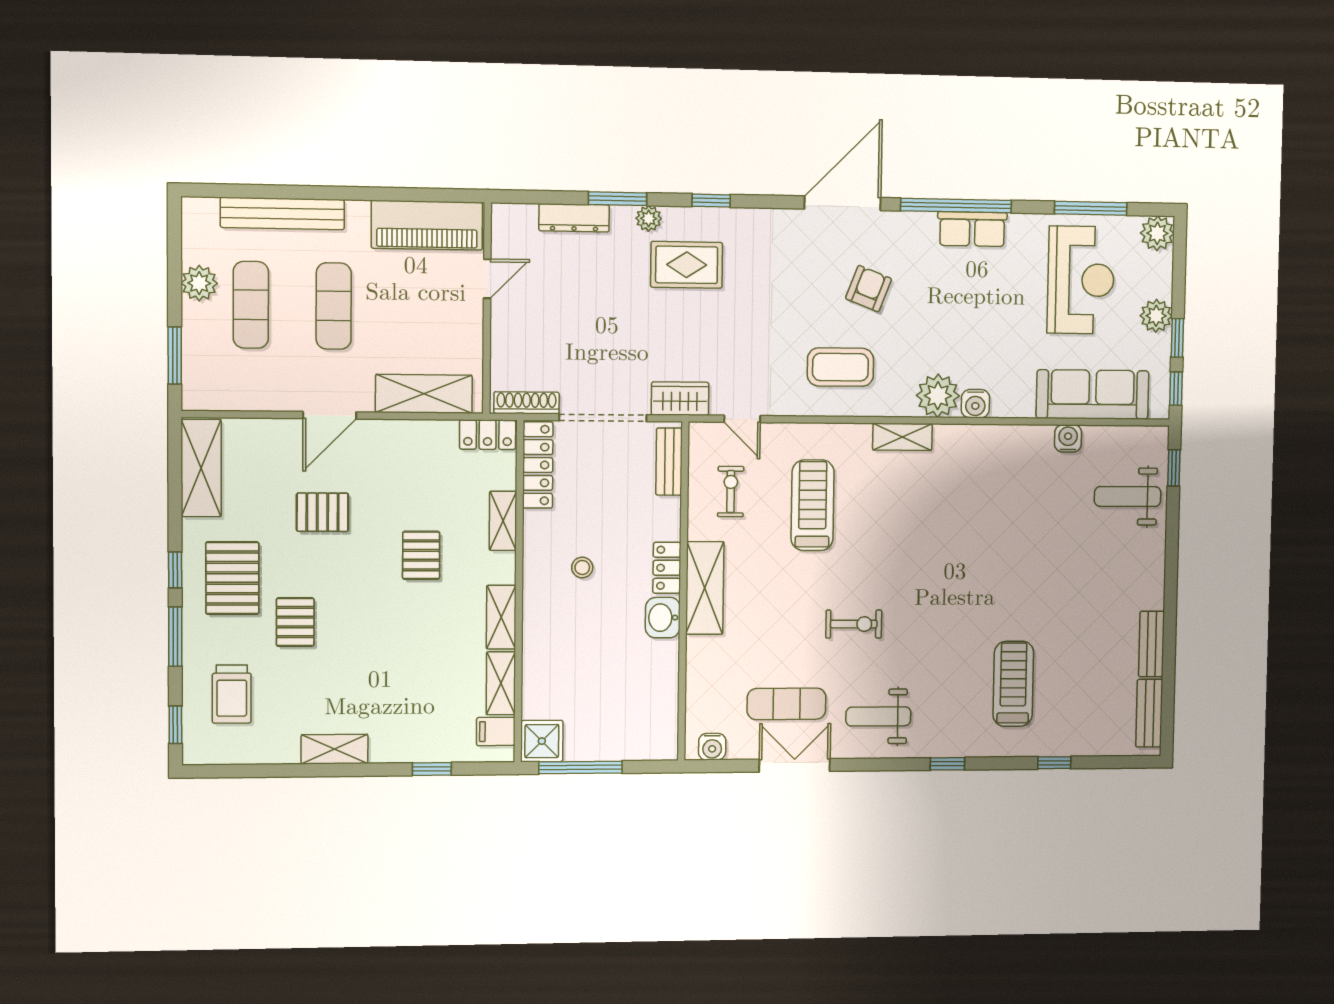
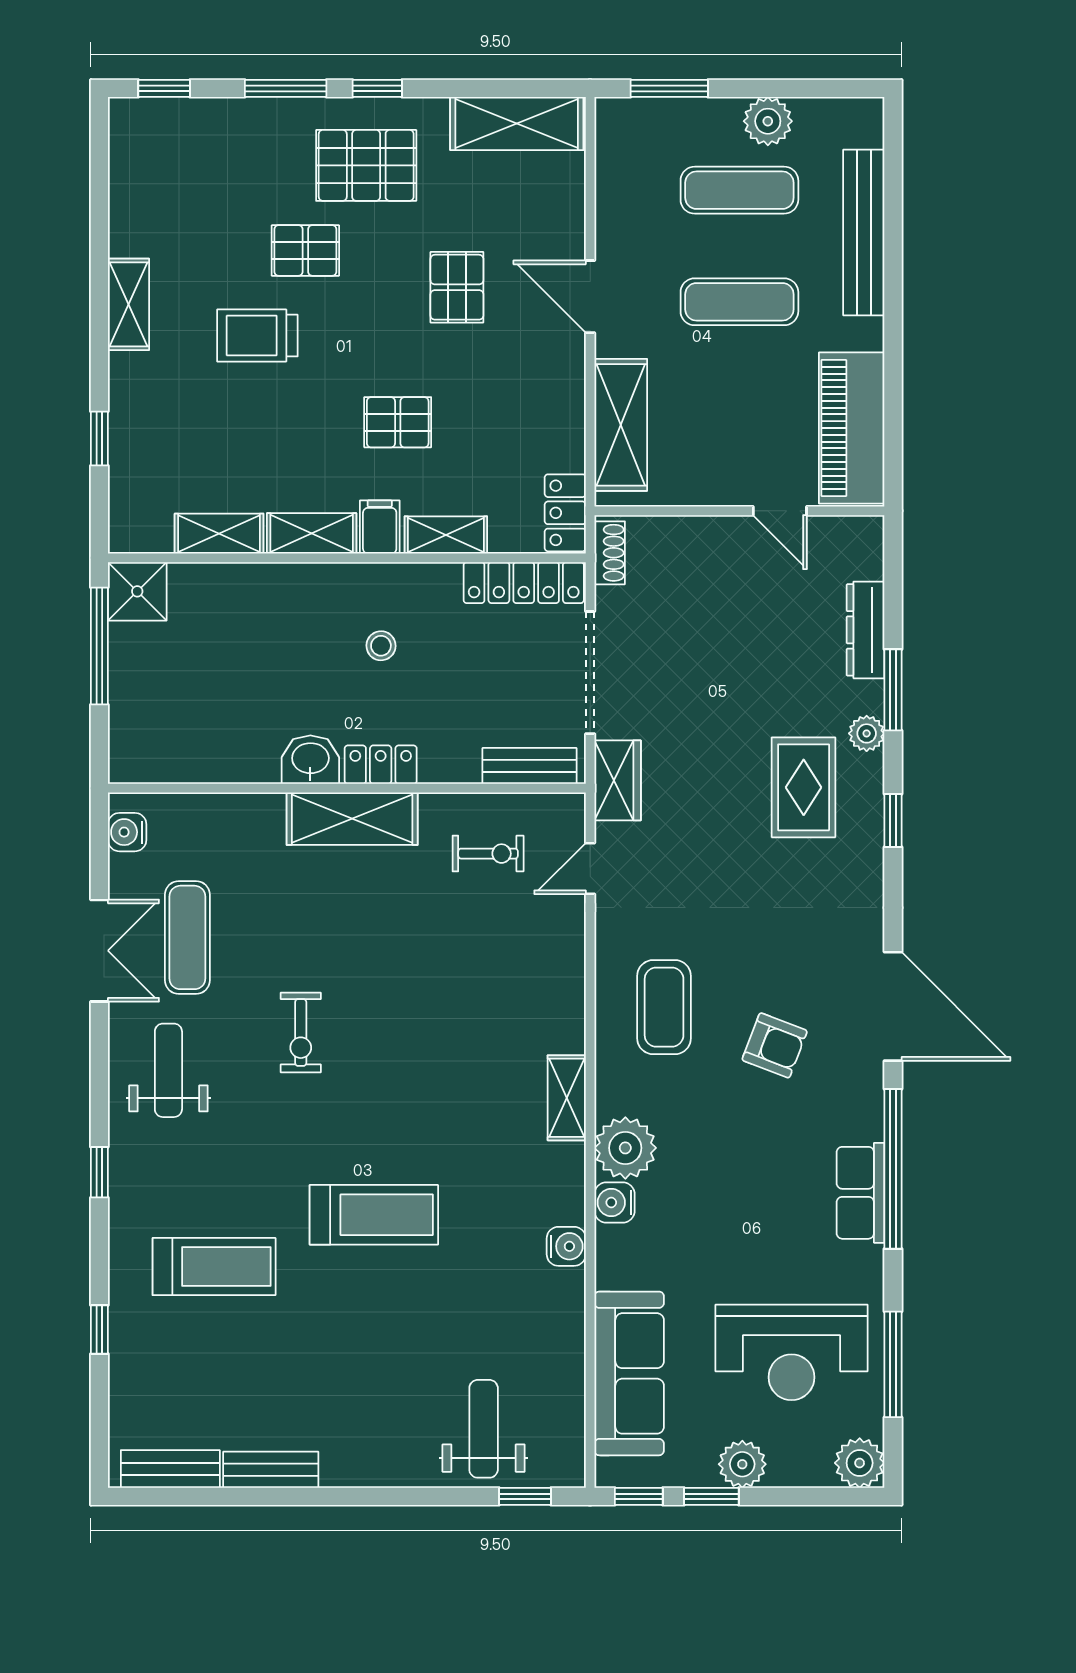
shoe rack: (527, 403) -> (610, 553), width x0.70
water cooler: (1068, 438) -> (566, 1246), moved
treadmill: (813, 505) -> (374, 1215), moved
trolley: (232, 694) -> (257, 336), moved
filing cabinet: (496, 731) -> (380, 527), moved

